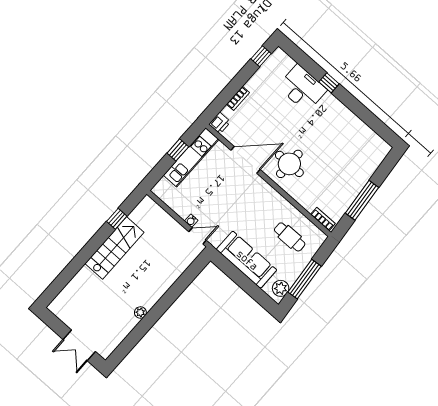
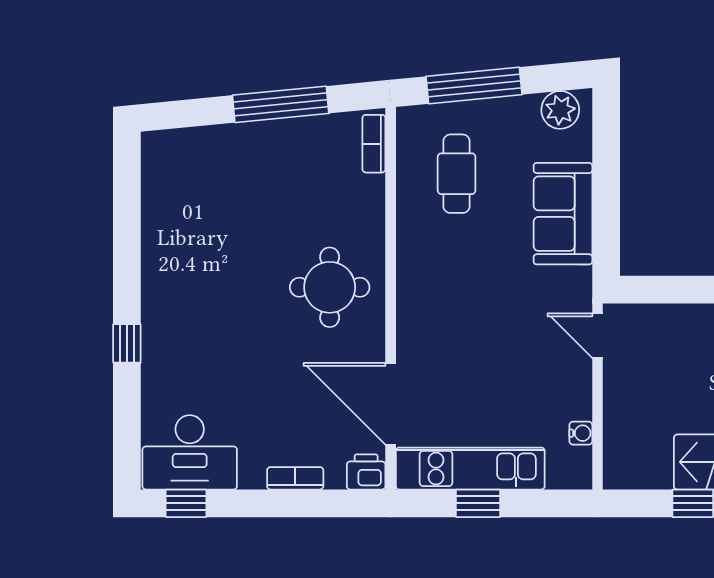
desk: (302, 88) -> (190, 452), moved, turned -90
door: (246, 160) -> (391, 404), moved
water cooler: (191, 221) -> (581, 433), moved
sofa: (247, 260) -> (563, 214), width x0.73
window: (305, 279) -> (474, 86), moved

